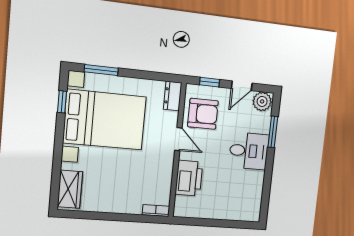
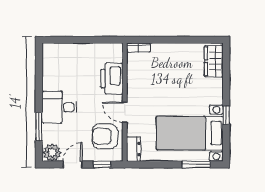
window: (62, 102) -> (226, 115), moved
bed with nightstands: (105, 120) -> (190, 133), width x0.73

